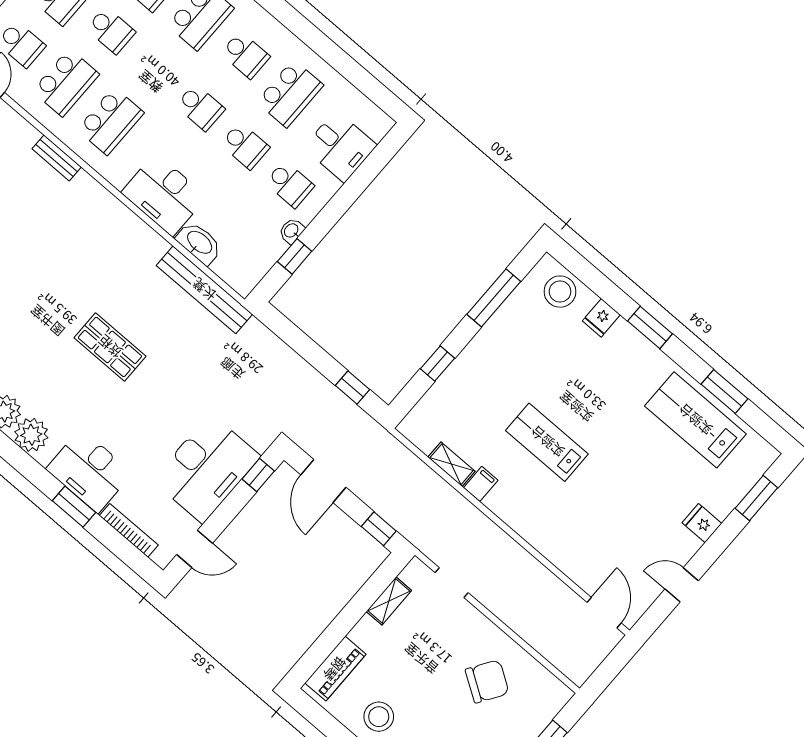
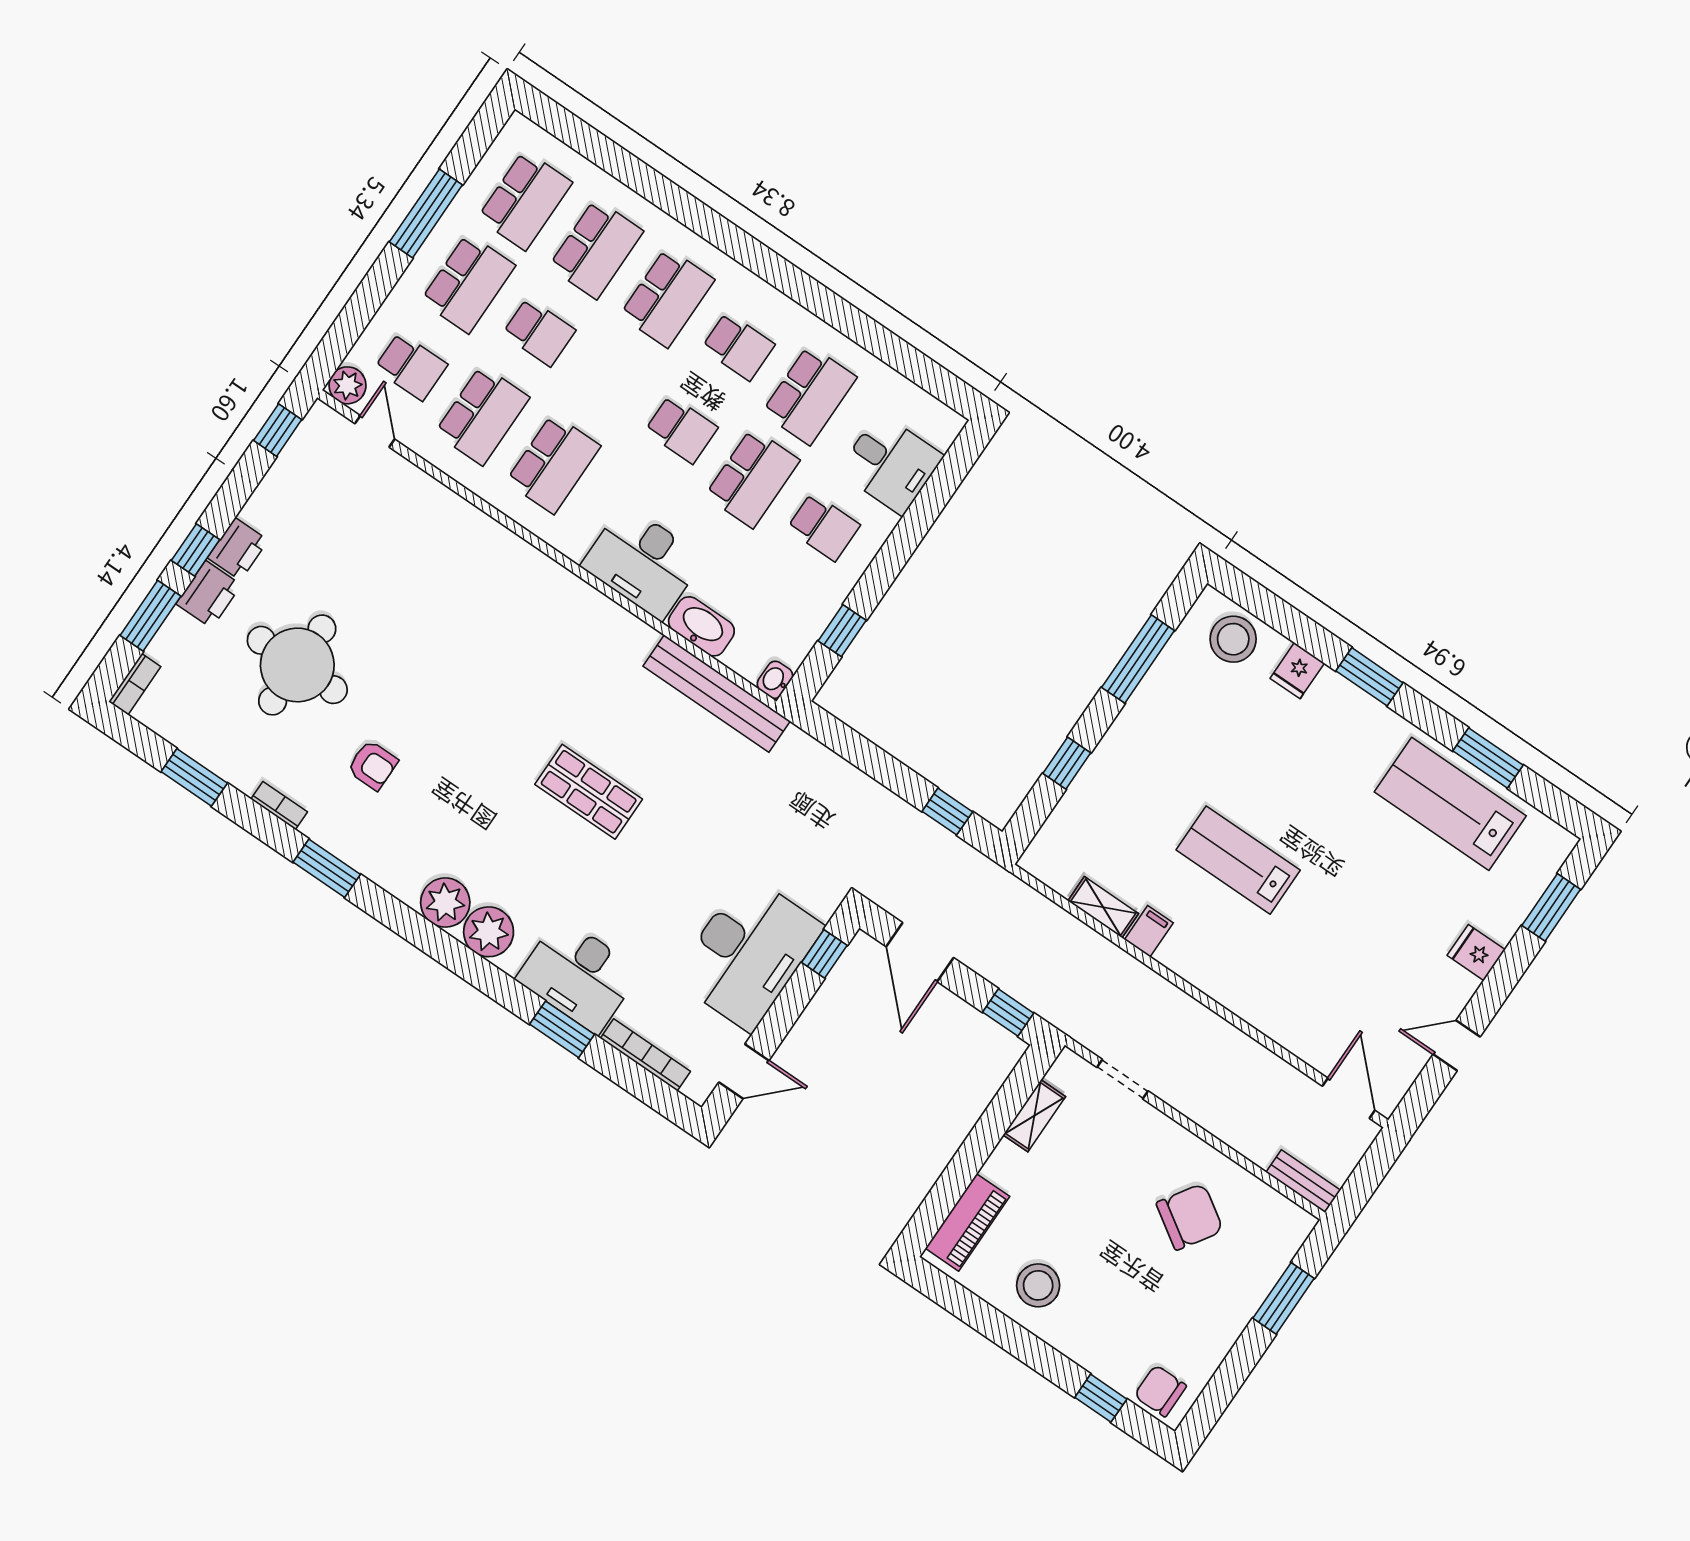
school desk: (245, 146) -> (752, 478), width x1.85
bench: (57, 158) -> (1303, 1181), moved
washbasin: (292, 231) -> (775, 680), moved

